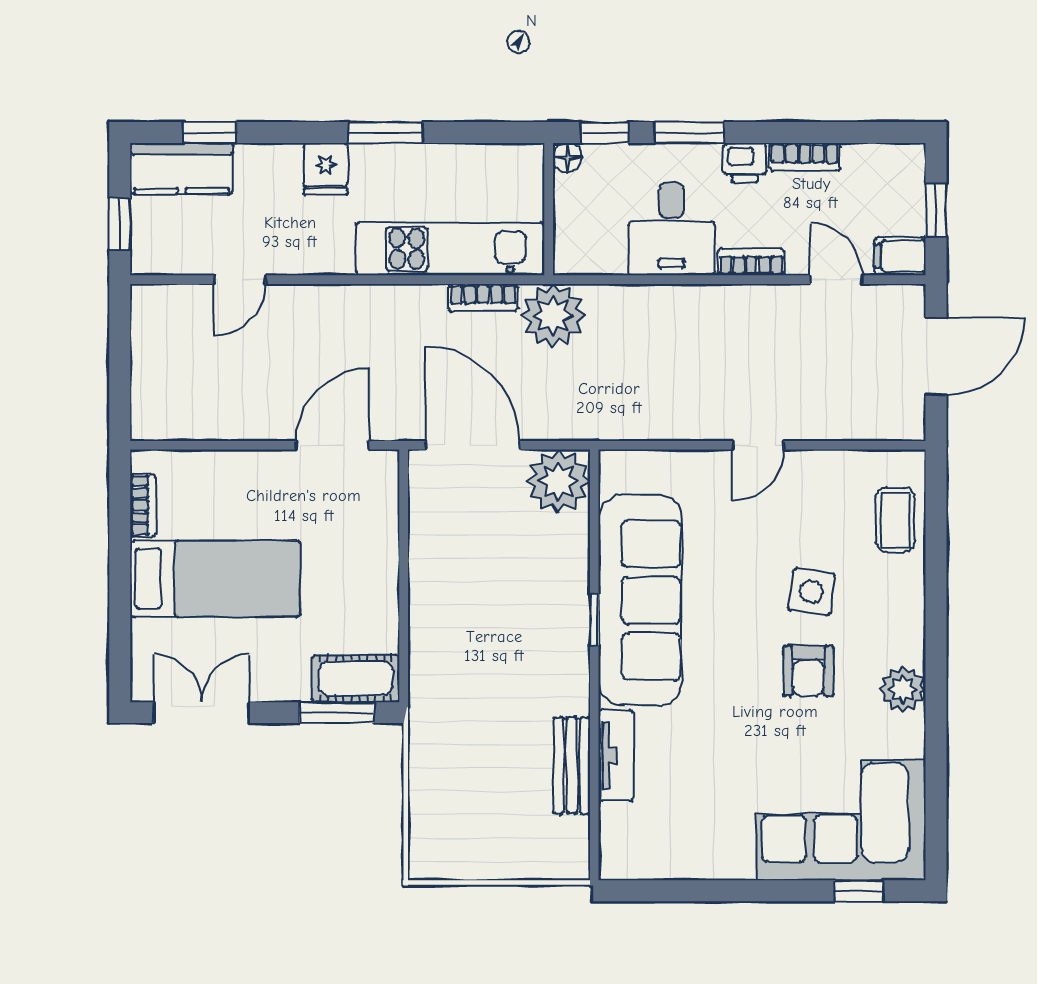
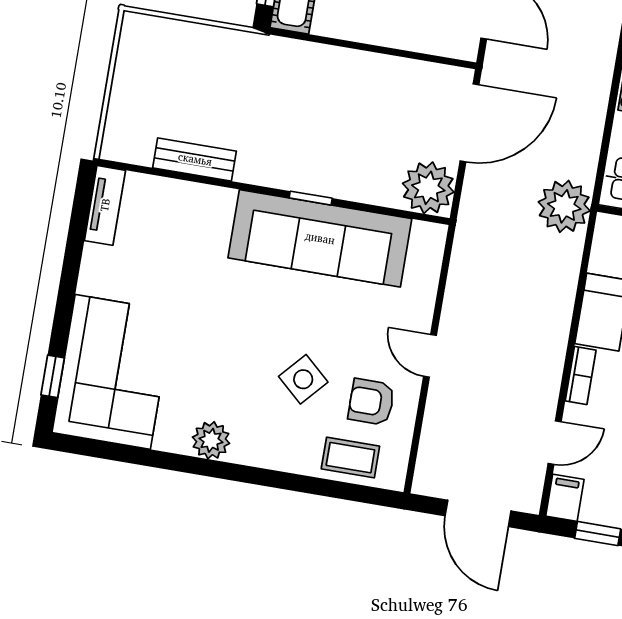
bookcase: (483, 298) -> (589, 152), removed
side table: (812, 592) -> (303, 379), turned 34
armchair: (809, 671) -> (371, 402), moved
tv unit: (616, 755) -> (105, 205), moved, turned -90

